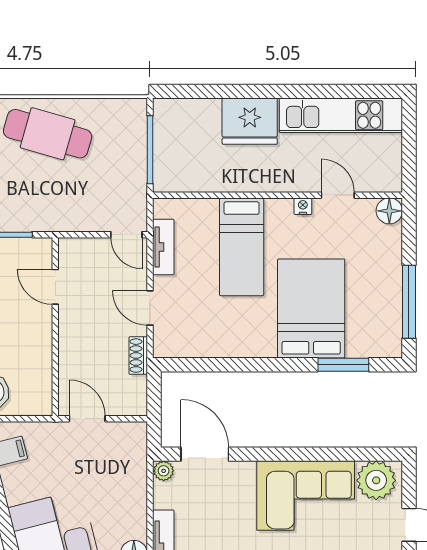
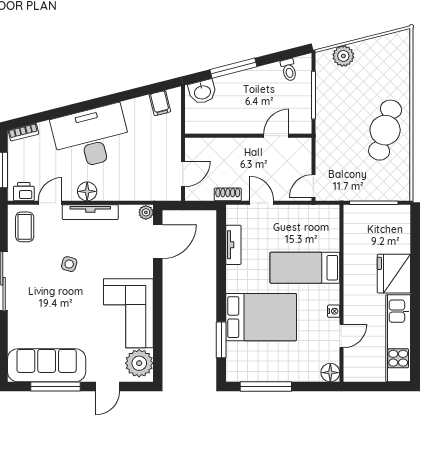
tv unit: (163, 247) -> (233, 245), moved, turned -90
door: (150, 308) -> (261, 203), hinge flipped
door: (87, 419) -> (183, 174), moved

